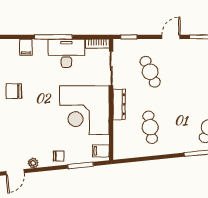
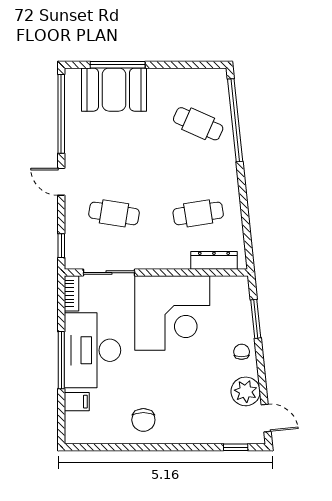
desk: (66, 53) -> (92, 350), width x1.36, depth x1.30
cafe table: (150, 72) -> (114, 213), turned 33
dresser: (119, 104) -> (214, 260), moved
filing cabinet: (101, 151) -> (234, 288), removed
plant: (33, 163) -> (246, 391), width x1.88, depth x1.88

